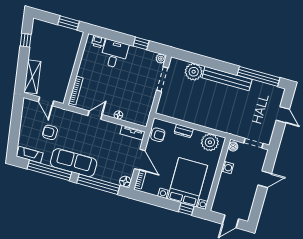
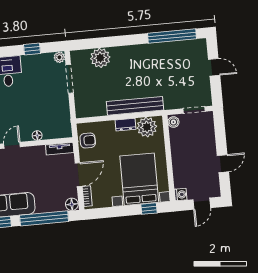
bench: (227, 79) -> (135, 106), moved
dresser: (184, 131) -> (126, 125), moved
door: (140, 160) -> (78, 175), hinge flipped
washing machine: (227, 167) -> (181, 195), moved
door: (265, 179) -> (223, 164), moved

